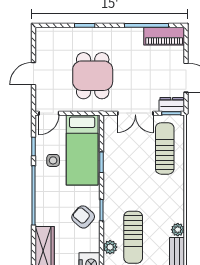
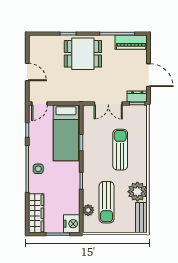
door: (33, 74) -> (27, 72), swing flipped
dining table: (93, 76) -> (83, 54), moved, turned 90
sun lounger: (165, 148) -> (120, 150), moved
side table: (53, 160) -> (38, 169), moved
armchair: (83, 217) -> (67, 186), removed
plant: (178, 230) -> (137, 192), width x1.88, depth x1.88

